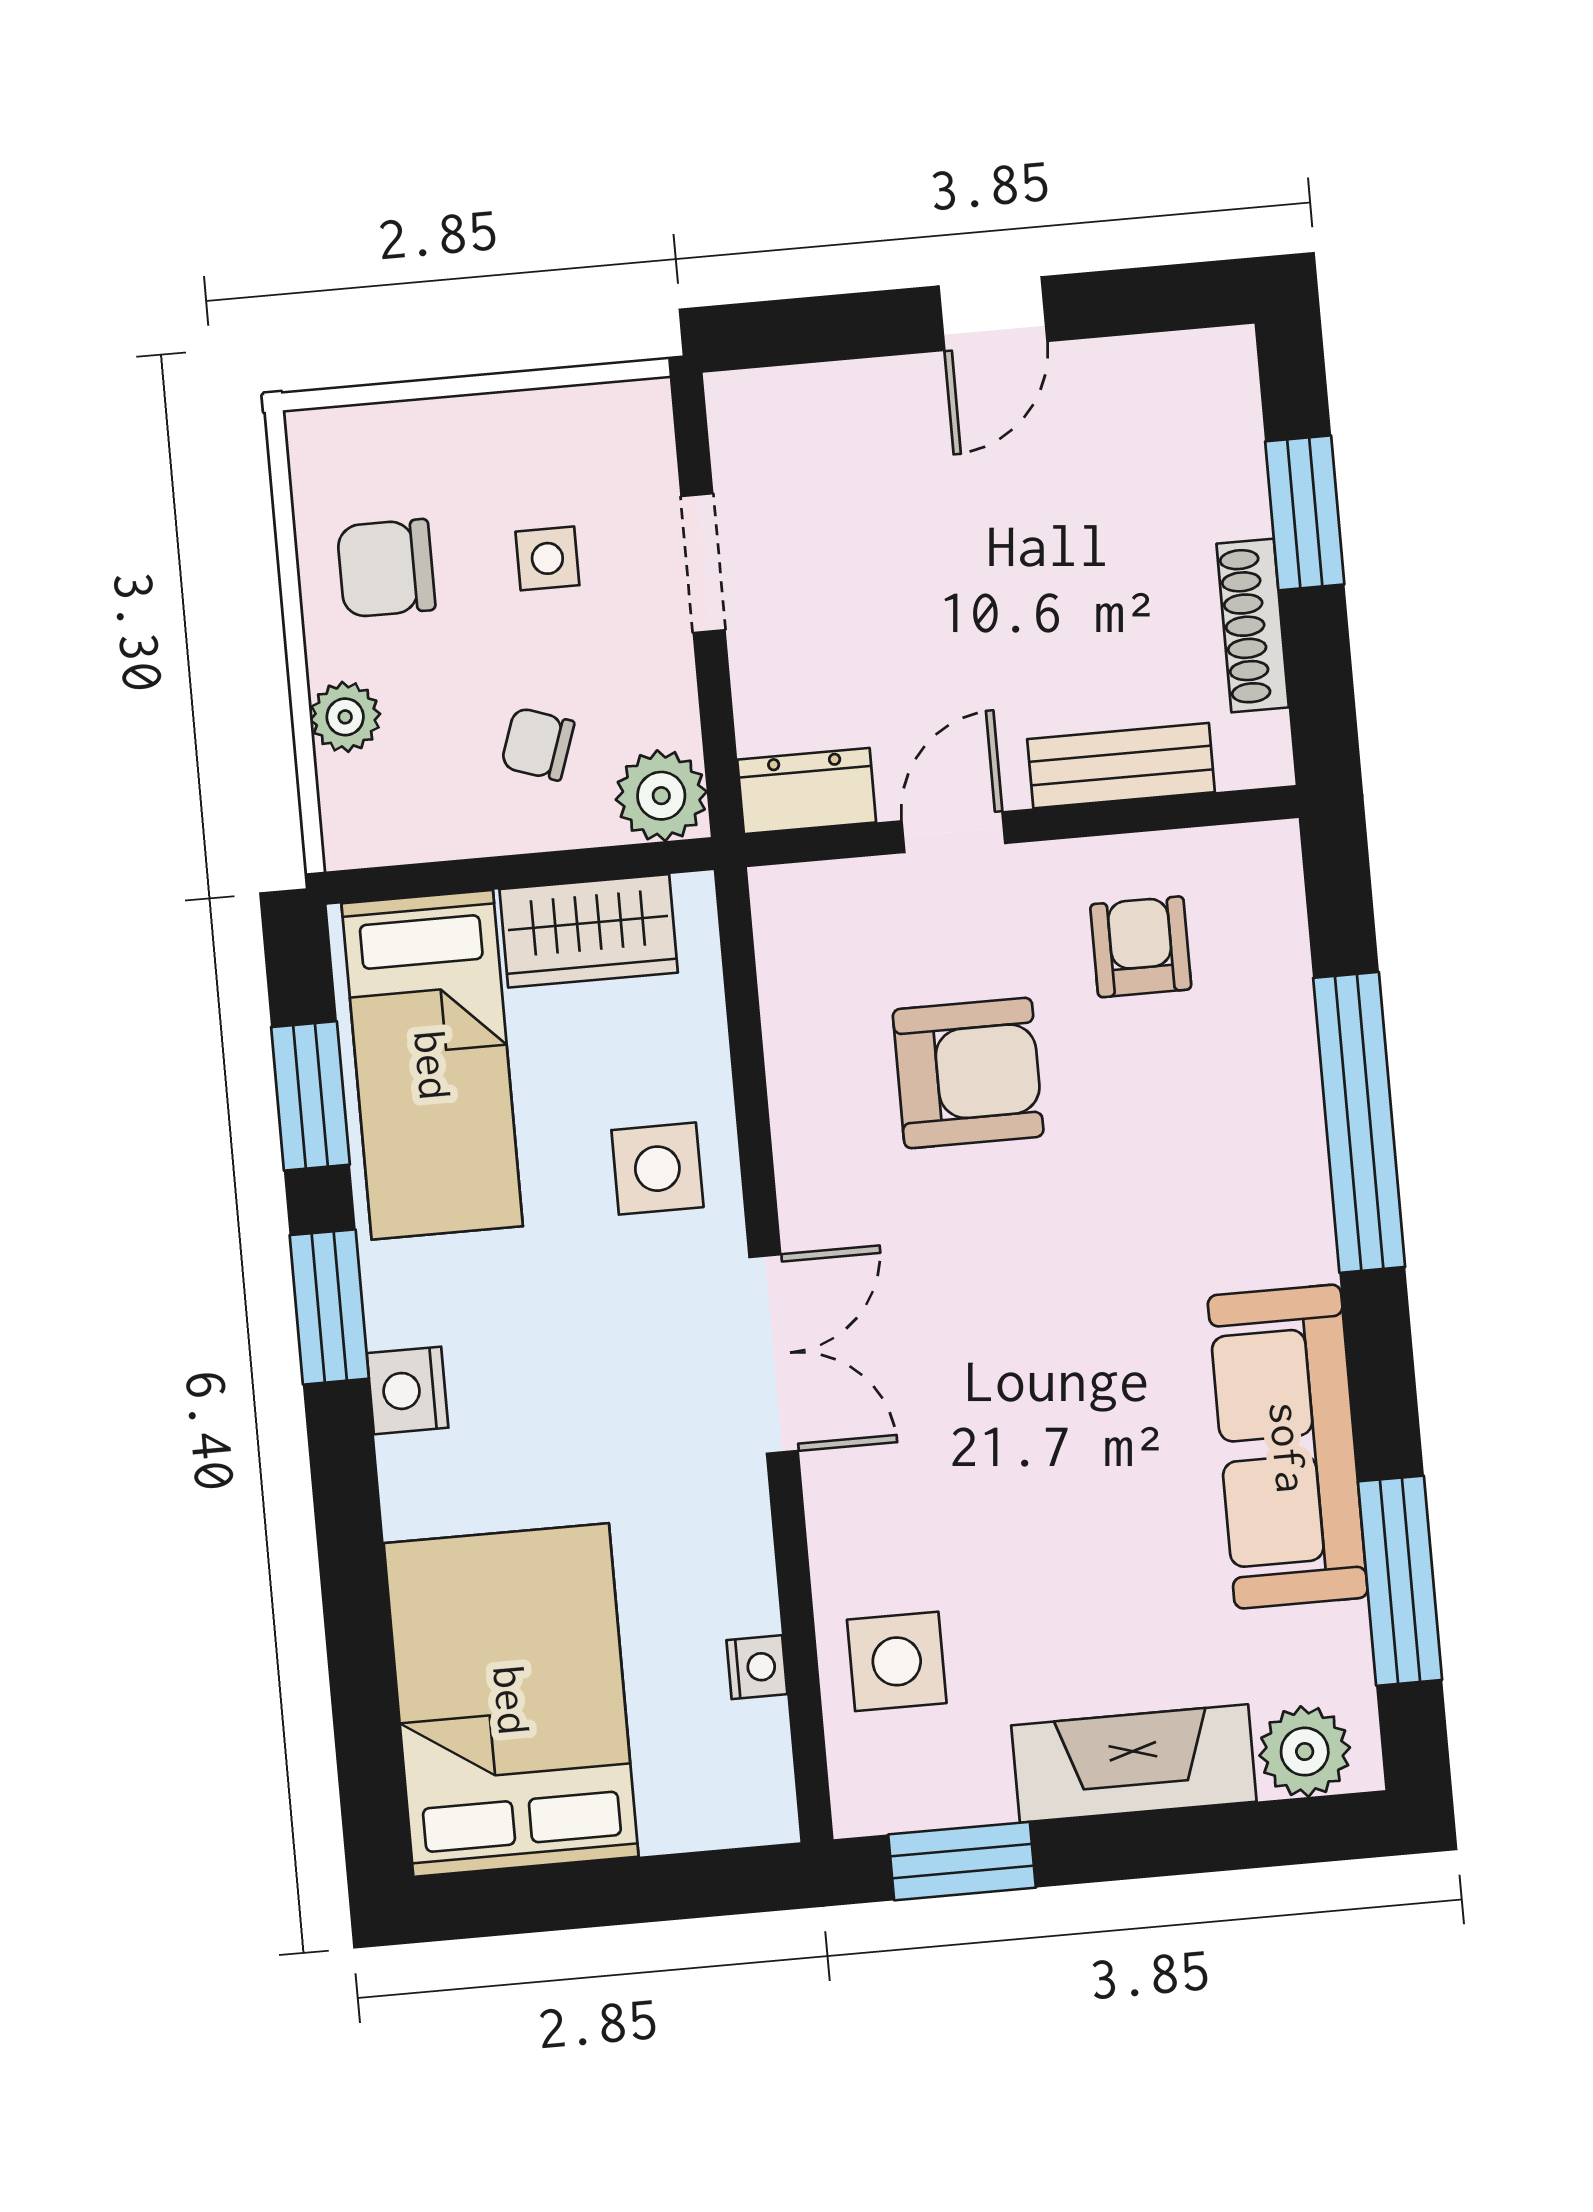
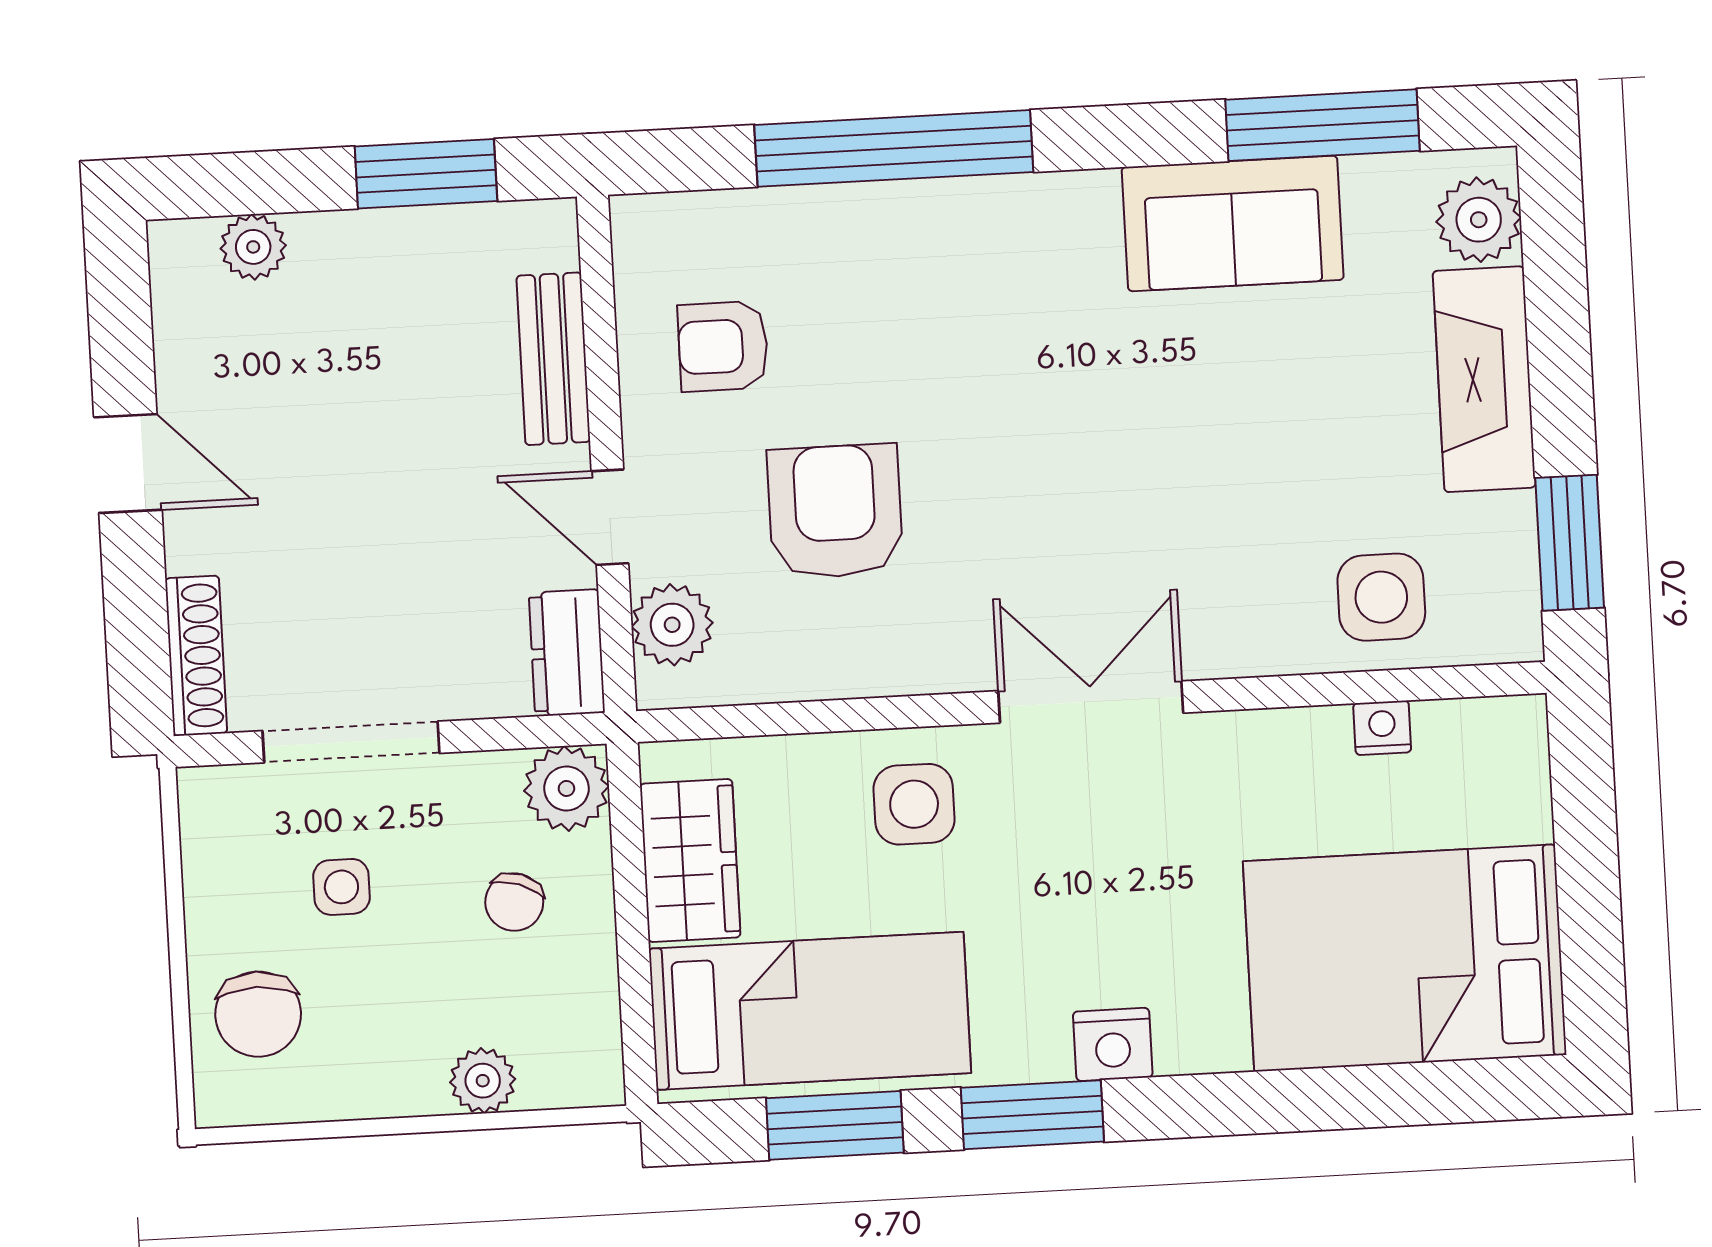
plant: (1230, 440) -> (253, 247), added
window: (1305, 513) -> (426, 174), moved
doorway: (703, 563) -> (351, 742), width x1.38
chair: (386, 568) -> (258, 1014), moved
shoe rack: (1253, 626) -> (196, 656), moved, turned -90
plant: (841, 903) -> (672, 625), added
sofa: (1288, 1447) -> (1233, 223), width x0.73

